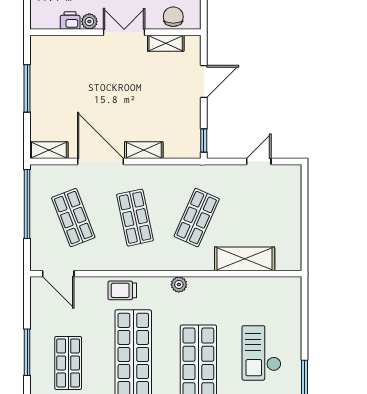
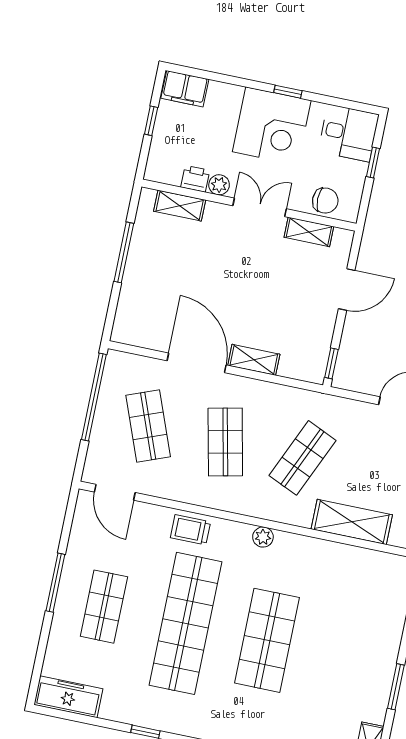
chair: (173, 17) -> (325, 201), turned 90
shelving: (49, 150) -> (180, 206), moved
checkout: (261, 353) -> (349, 644), removed

